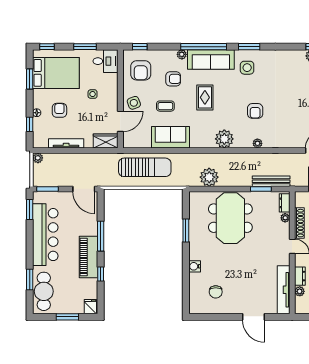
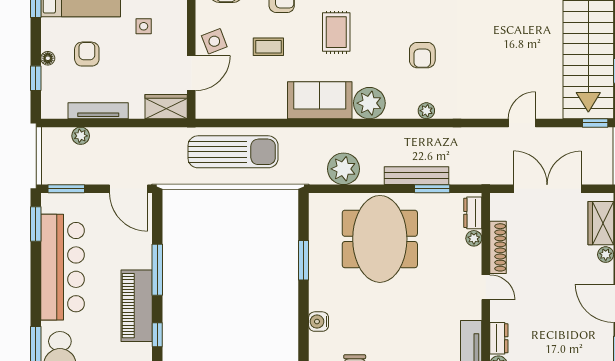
sofa: (171, 137) -> (320, 100), moved
plant: (38, 158) -> (81, 136), moved
bench: (271, 181) -> (417, 176), moved

